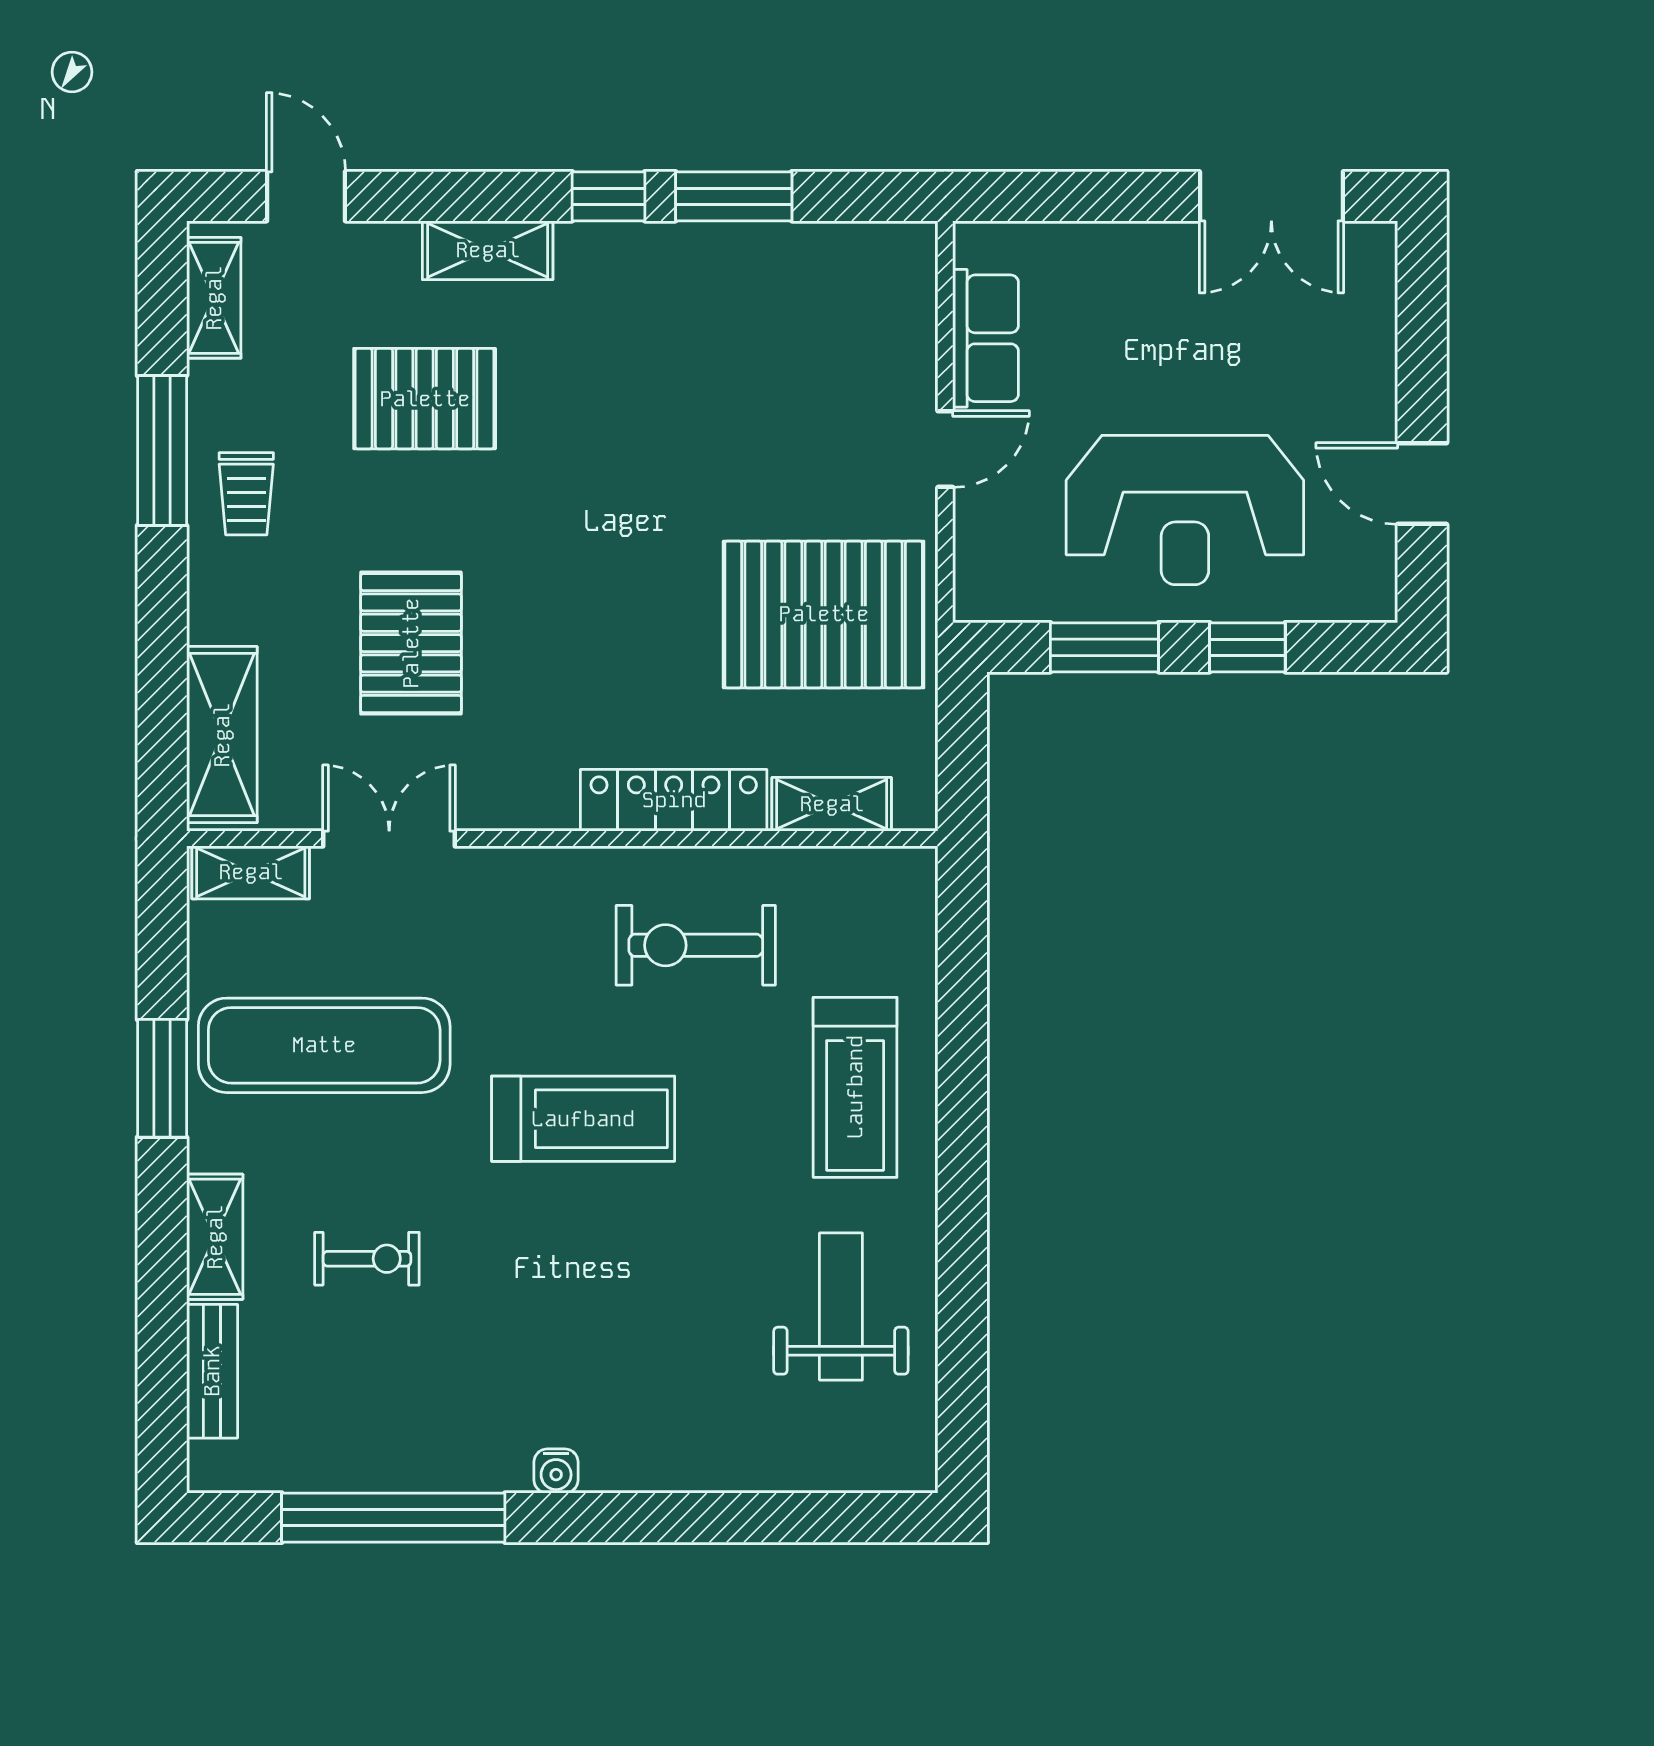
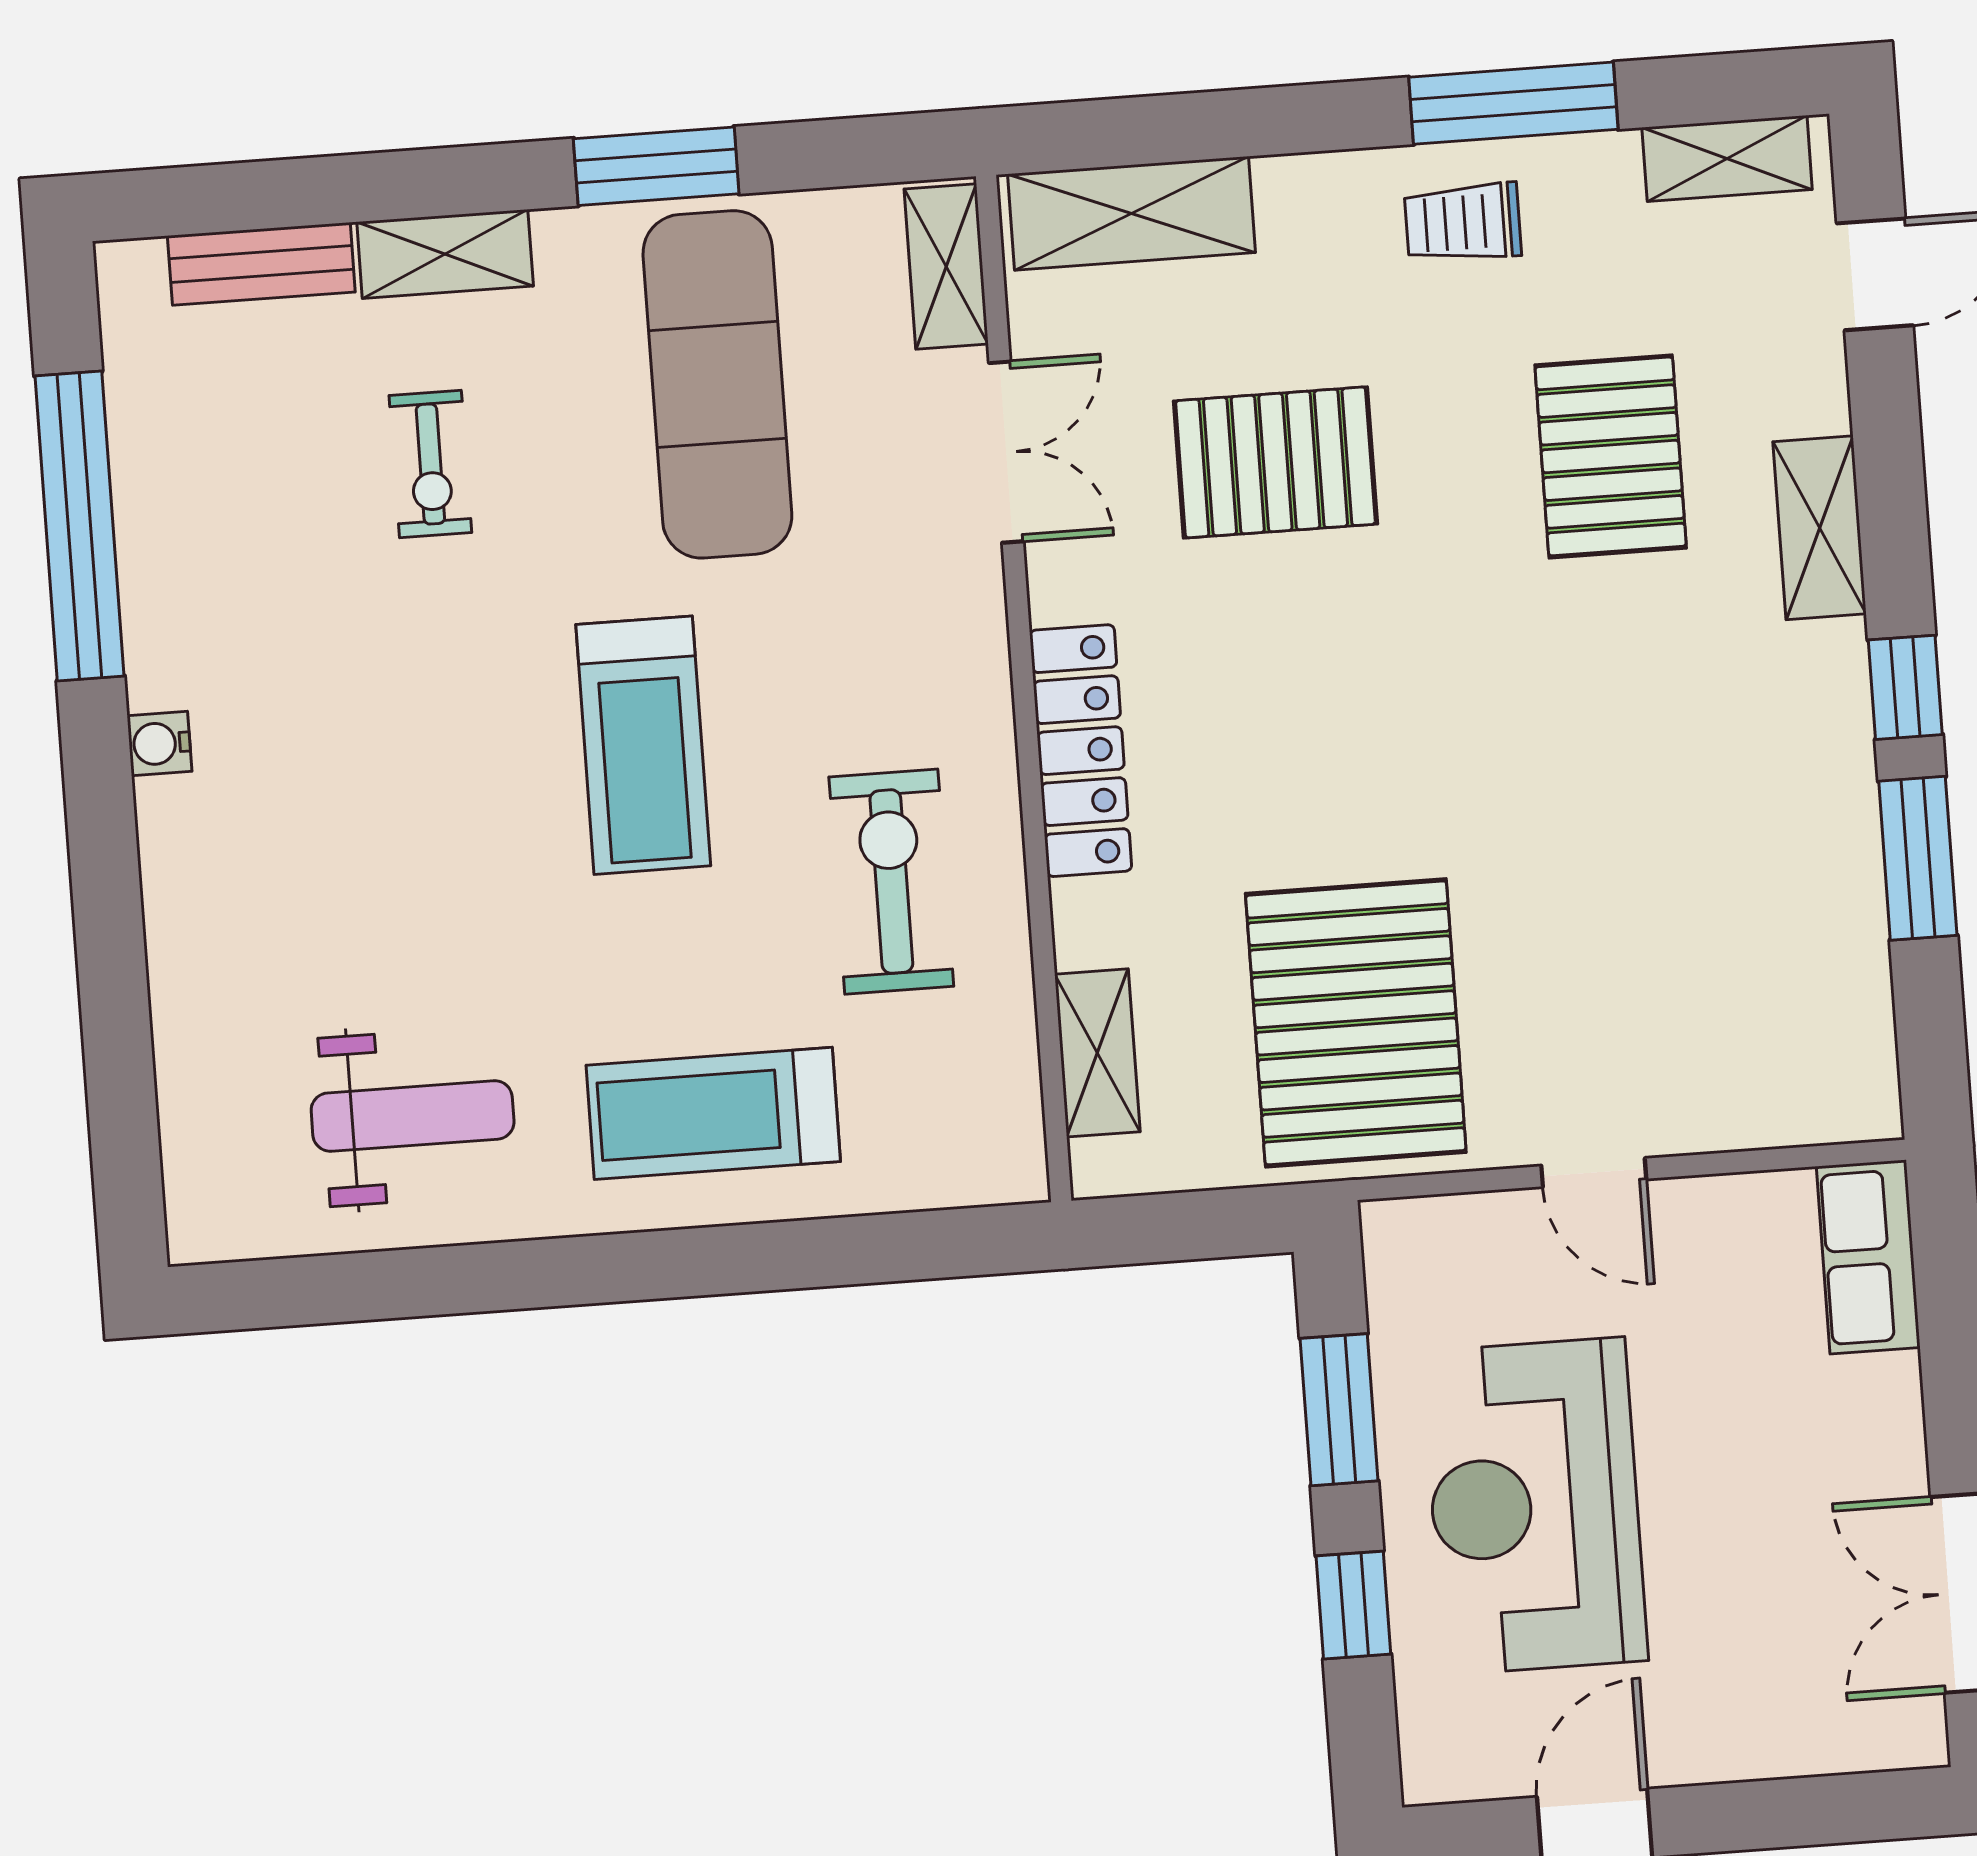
row of seats: (986, 338) -> (1868, 1257), moved, turned 90
locker: (674, 800) -> (1081, 751), moved

